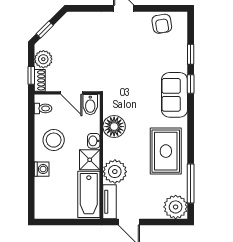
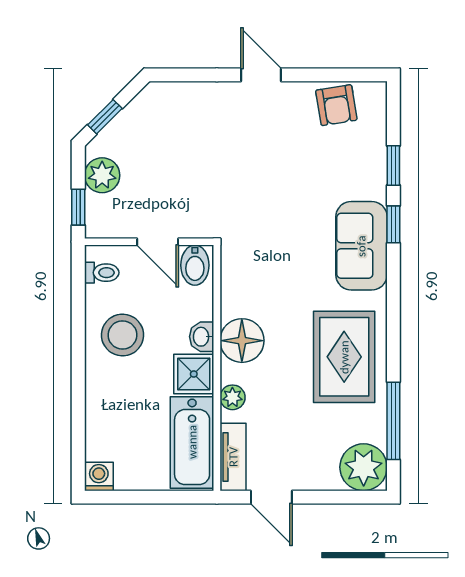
shoe rack: (40, 80) -> (95, 217), removed
floor lamp: (114, 127) -> (242, 341), moved
washing machine: (42, 169) -> (99, 476), moved, turned -90
plant: (115, 172) -> (232, 397), width x0.53, depth x0.53

